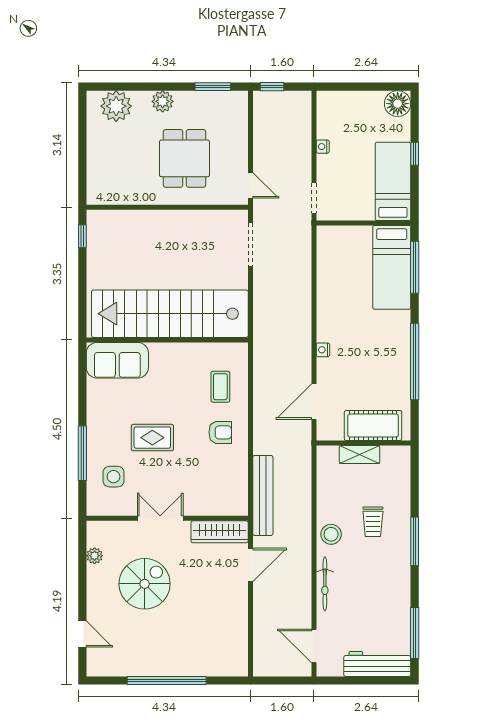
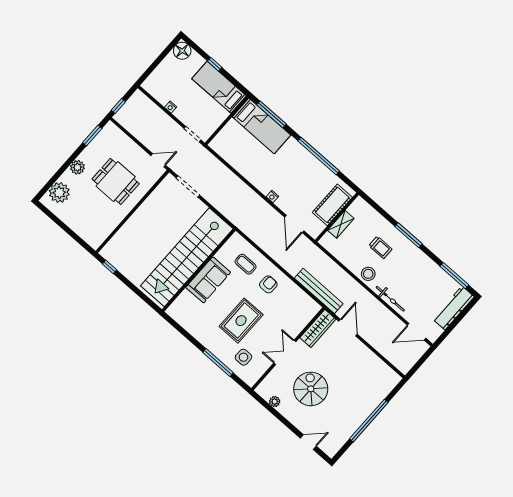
sofa: (117, 360) -> (208, 280), moved
rug: (152, 438) -> (241, 321), width x1.36, depth x1.43

